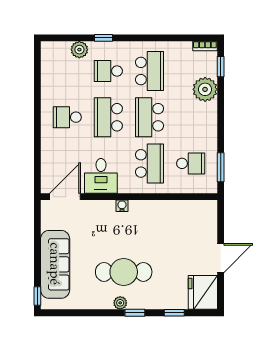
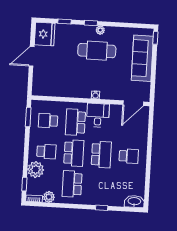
washbasin: (55, 50) -> (134, 201), added
plant: (79, 50) -> (49, 197), moved
school desk: (108, 71) -> (46, 152), moved
desk: (101, 176) -> (98, 115), moved

